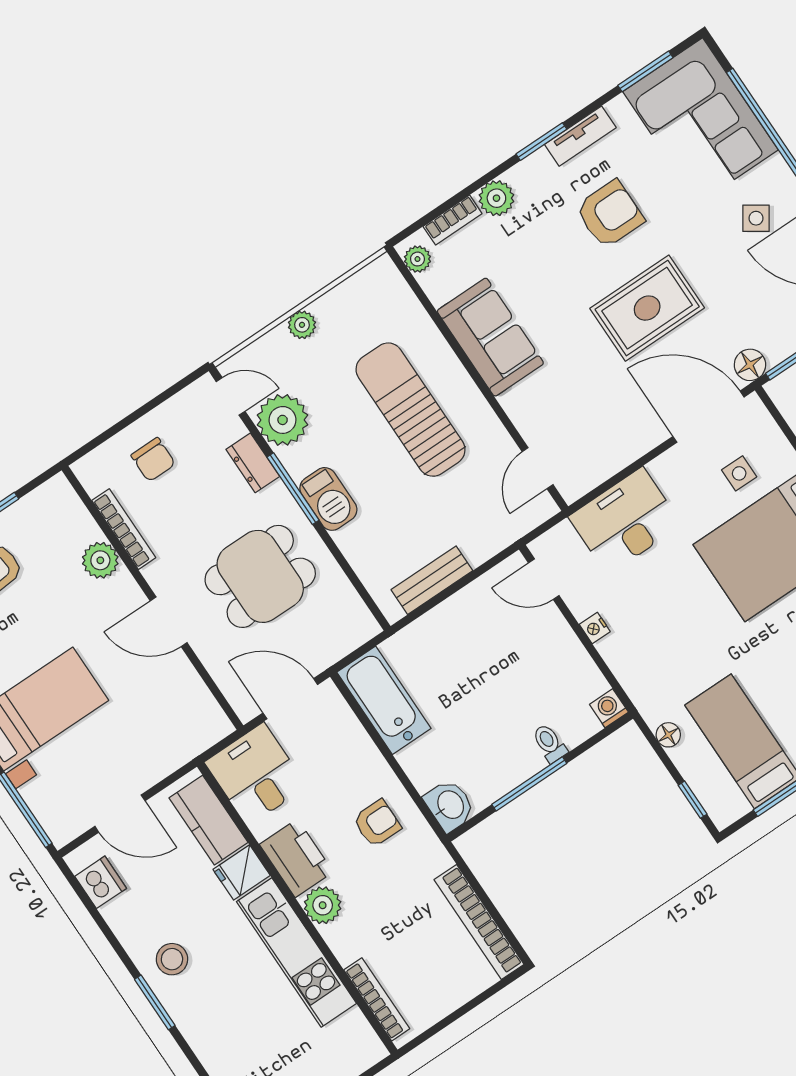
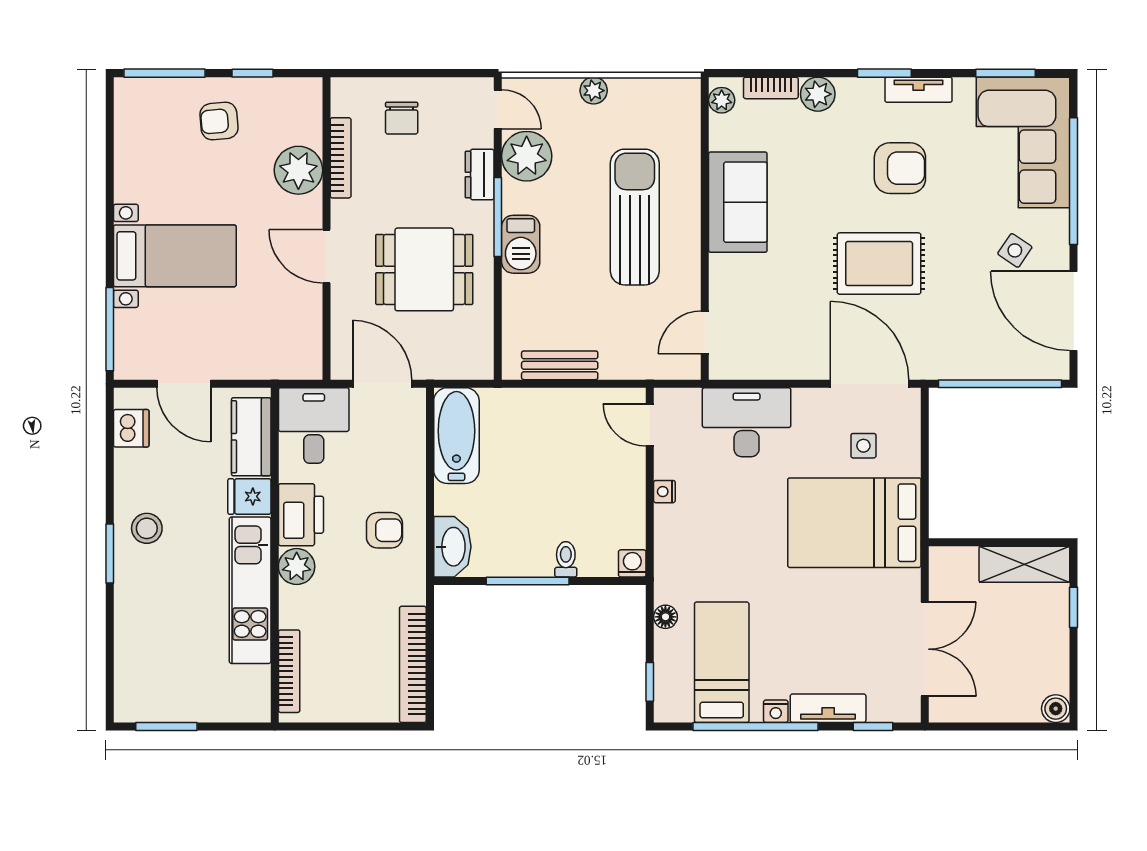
floor lamp: (750, 365) -> (931, 365), removed
plant: (100, 560) -> (298, 170), width x1.36, depth x1.36
washbasin: (450, 805) -> (452, 547), width x1.38

